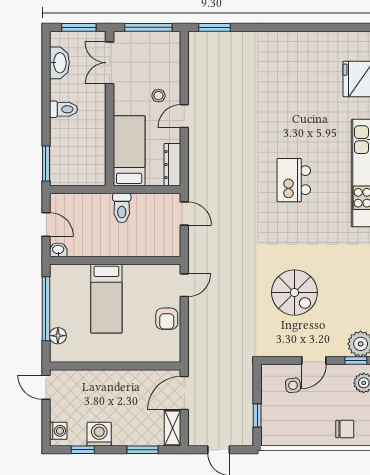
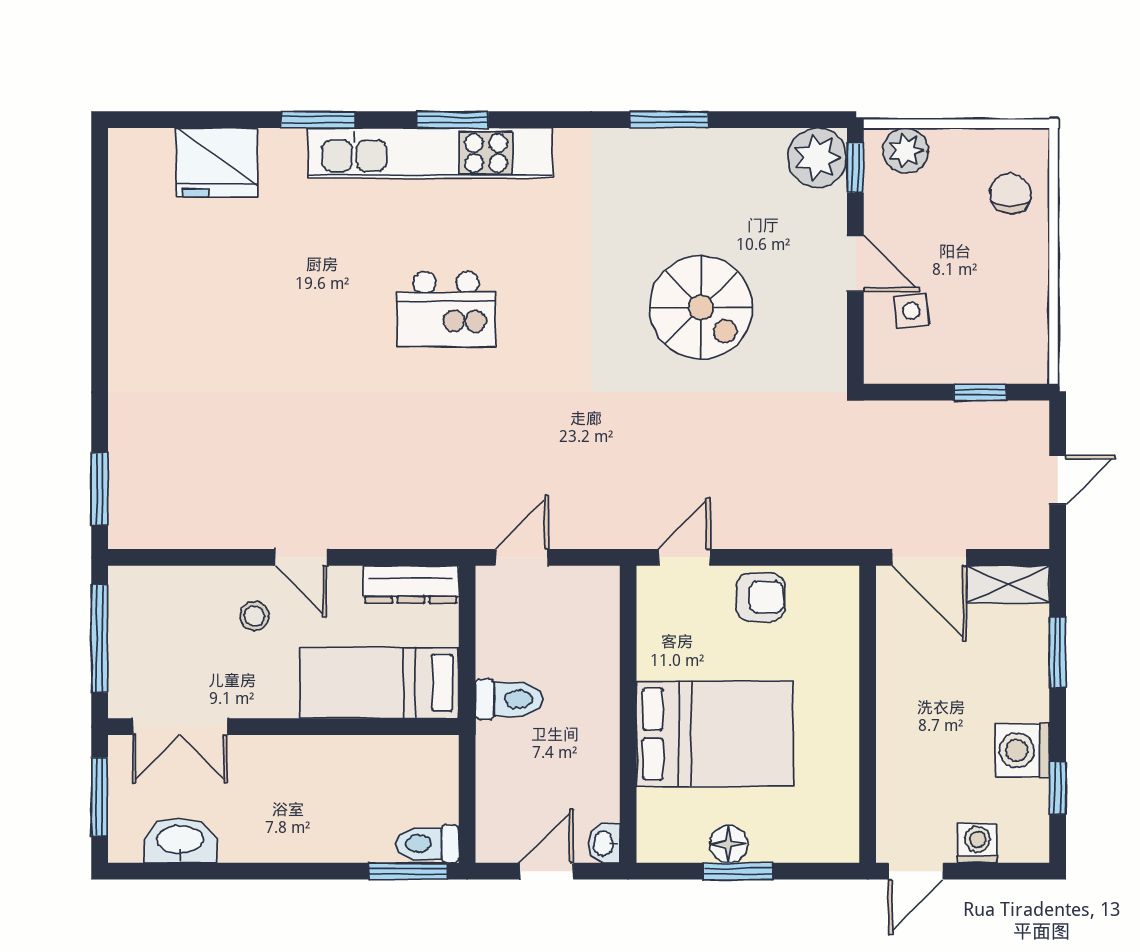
toilet: (63, 109) -> (427, 844), moved, turned -90
door: (184, 285) -> (684, 557), hinge flipped
spiral stairs: (294, 293) -> (701, 308), turned 90
bed: (106, 299) -> (715, 734), width x1.50
window: (46, 309) -> (738, 871), width x0.47
floor lamp: (58, 336) -> (729, 844), moved
washing machine: (58, 431) -> (977, 843), moved

